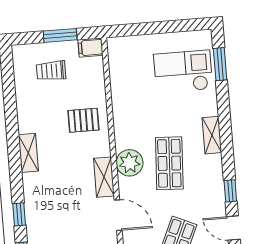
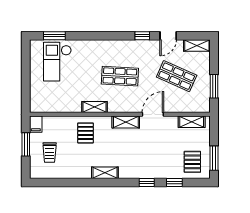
shelving: (212, 135) -> (95, 107), moved
plant: (130, 163) -> (117, 104), removed

